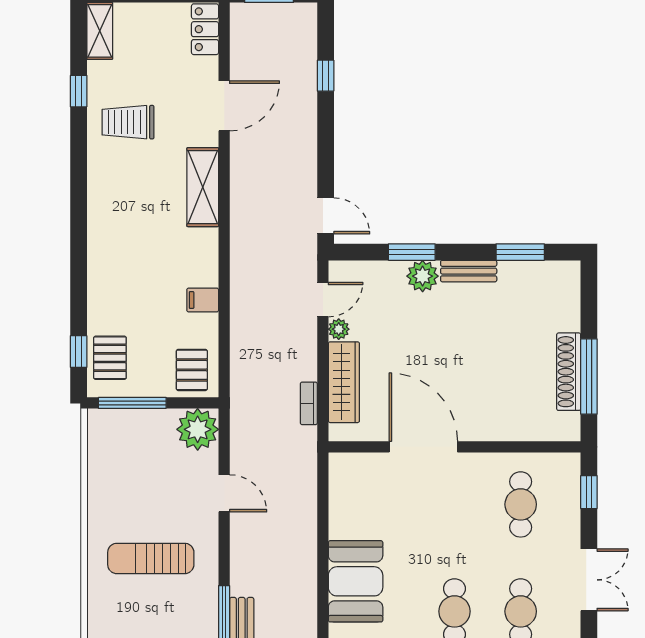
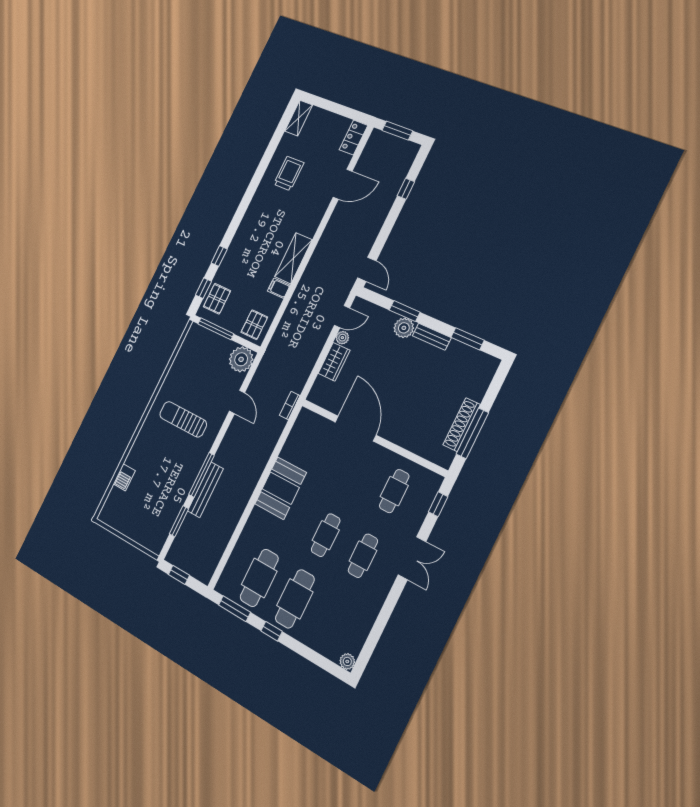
window: (79, 91) -> (219, 256), moved
trolley: (128, 122) -> (289, 174), turned 90
shelving: (203, 187) -> (293, 258), moved
wardrobe: (344, 382) -> (334, 362), width x0.67
bookcase: (309, 403) -> (290, 405), moved

